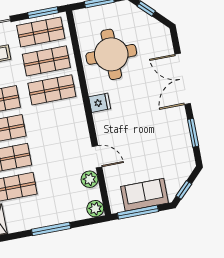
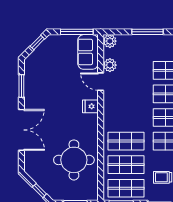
fridge: (100, 103) -> (90, 106), moved
sofa: (144, 195) -> (88, 52), moved, turned 90

